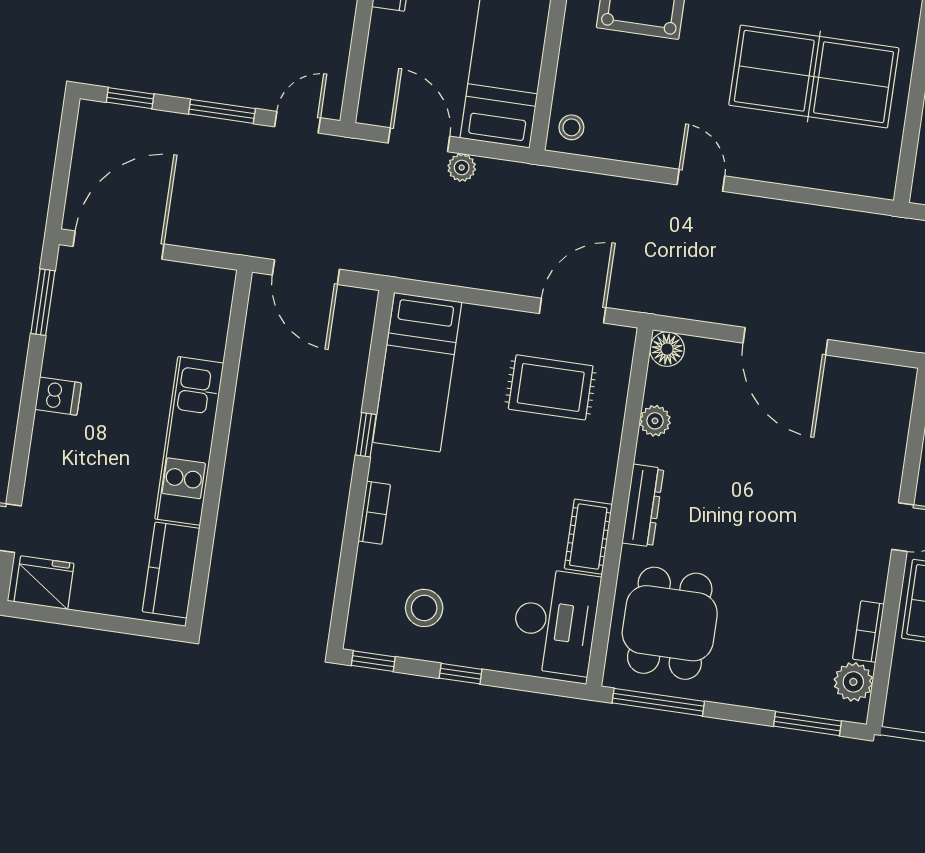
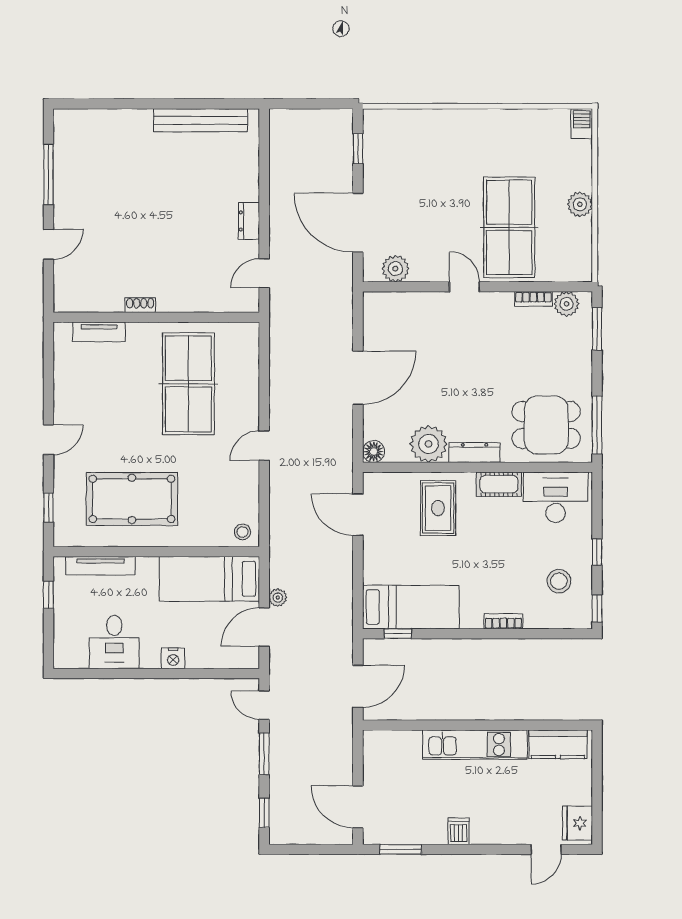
door: (119, 245) -> (358, 807), width x0.73
rug: (551, 387) -> (438, 508), moved
plant: (655, 421) -> (429, 444), width x1.87, depth x1.87
window: (366, 435) -> (398, 634), moved

